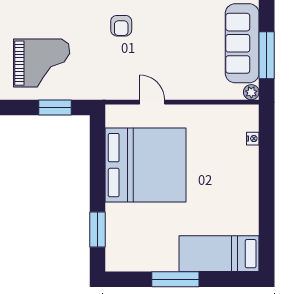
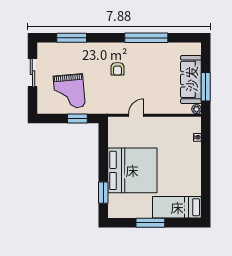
grand piano: (42, 63) -> (69, 91), turned 85
door: (152, 102) -> (136, 115), hinge flipped
bed: (146, 165) -> (132, 170), moved

